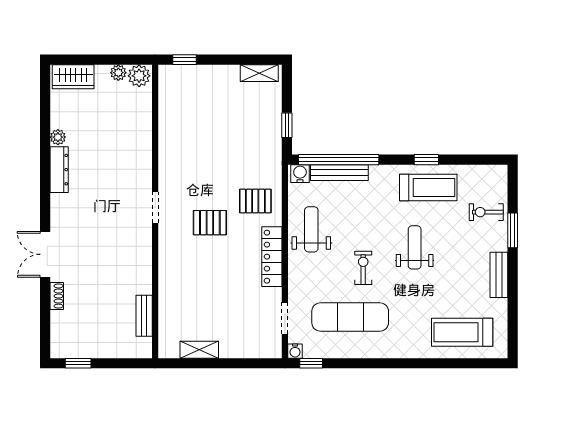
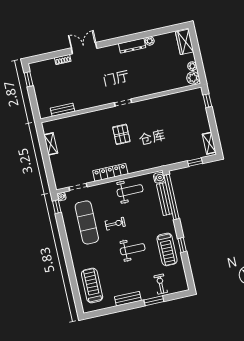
window: (287, 125) -> (195, 162), moved
pallet: (255, 201) -> (139, 157), removed

